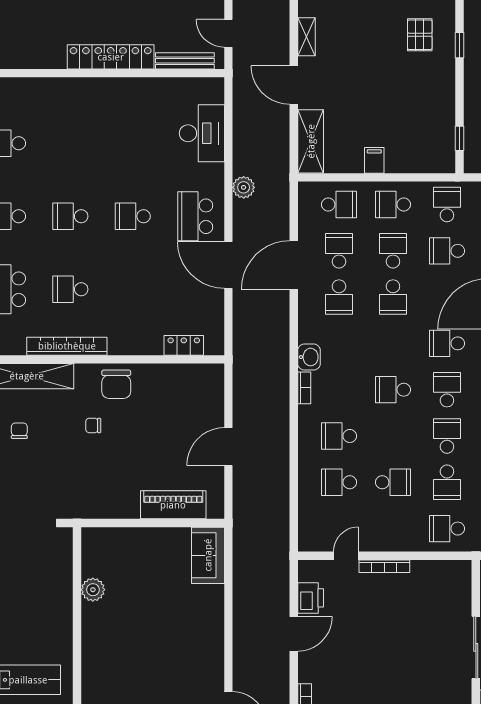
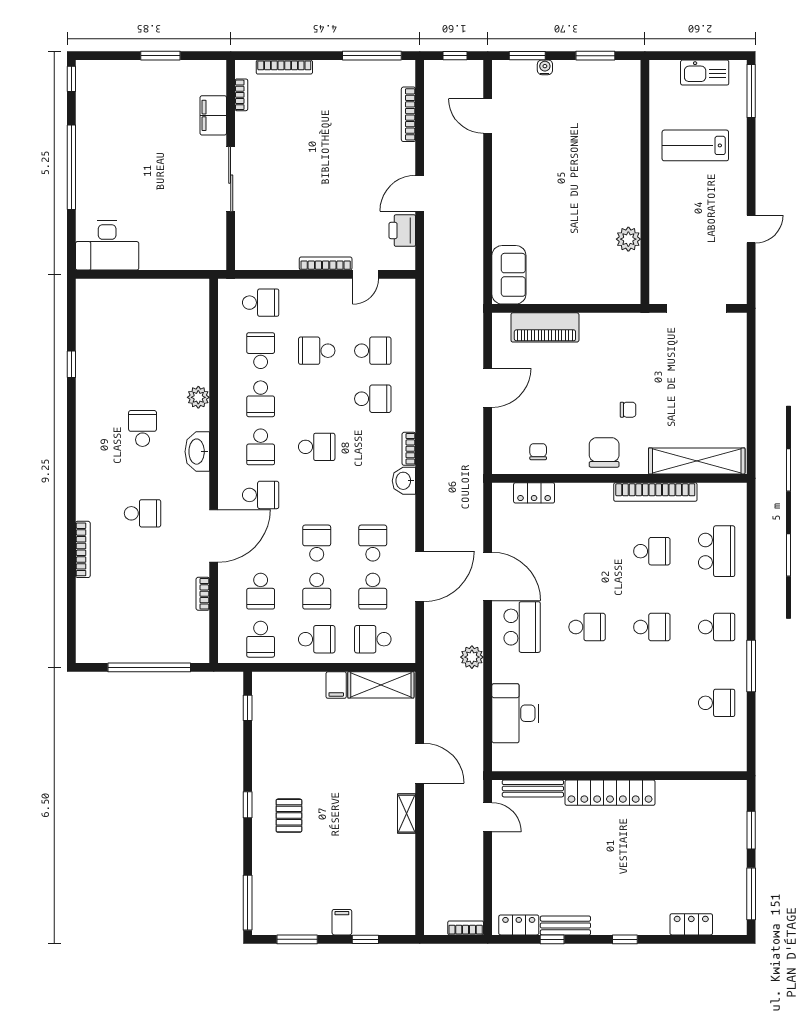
shelving: (311, 141) -> (381, 685), moved, turned 90
school desk: (447, 251) -> (261, 591), turned 90
chair: (19, 431) -> (538, 452), moved, turned 180

